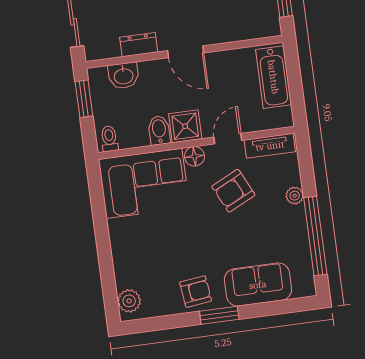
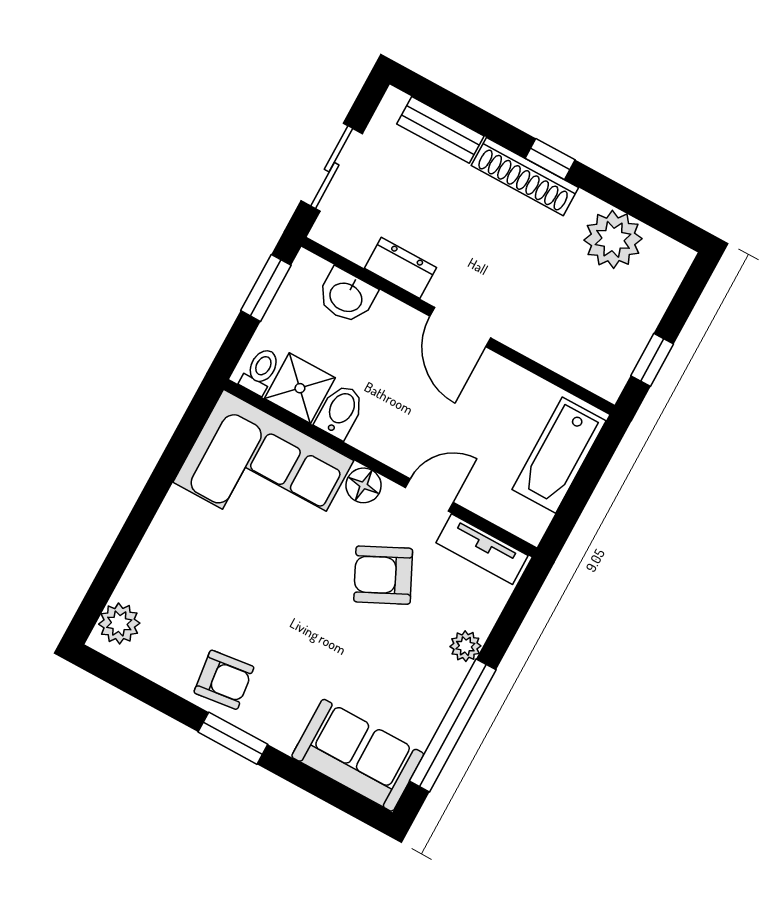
shower: (185, 126) -> (300, 388), moved
sofa: (258, 285) -> (358, 755), moved

